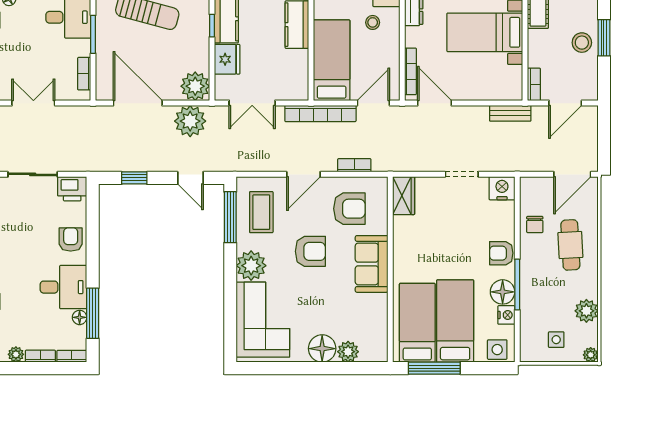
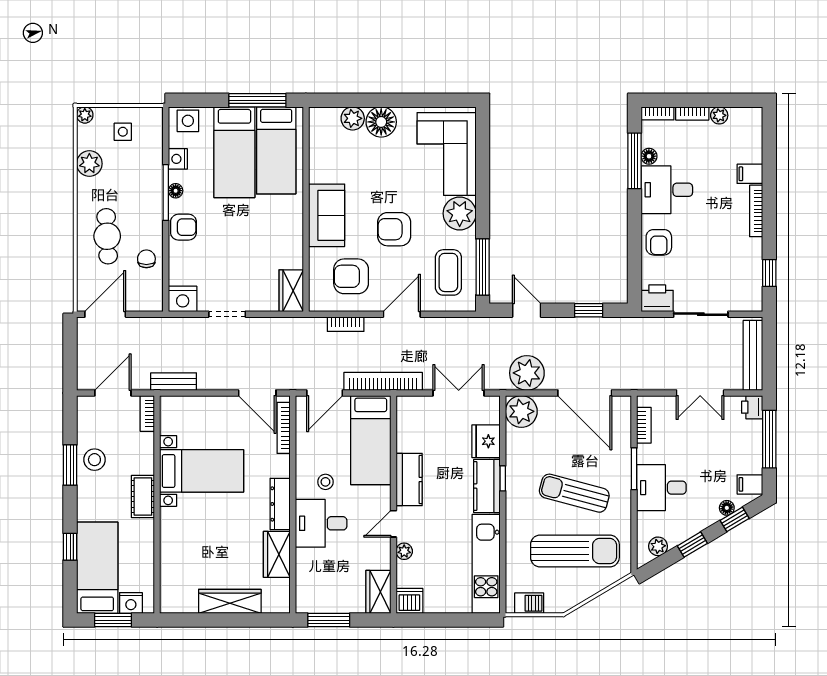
floor lamp: (503, 292) -> (176, 191), width x0.53, depth x0.53

